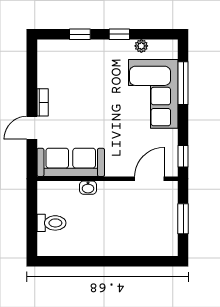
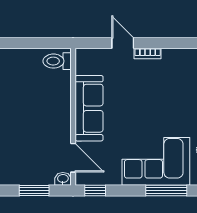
sofa: (71, 162) -> (89, 108), moved
washbasin: (88, 188) -> (63, 179), moved, turned 90
toilet: (51, 223) -> (57, 61), moved, turned 90

